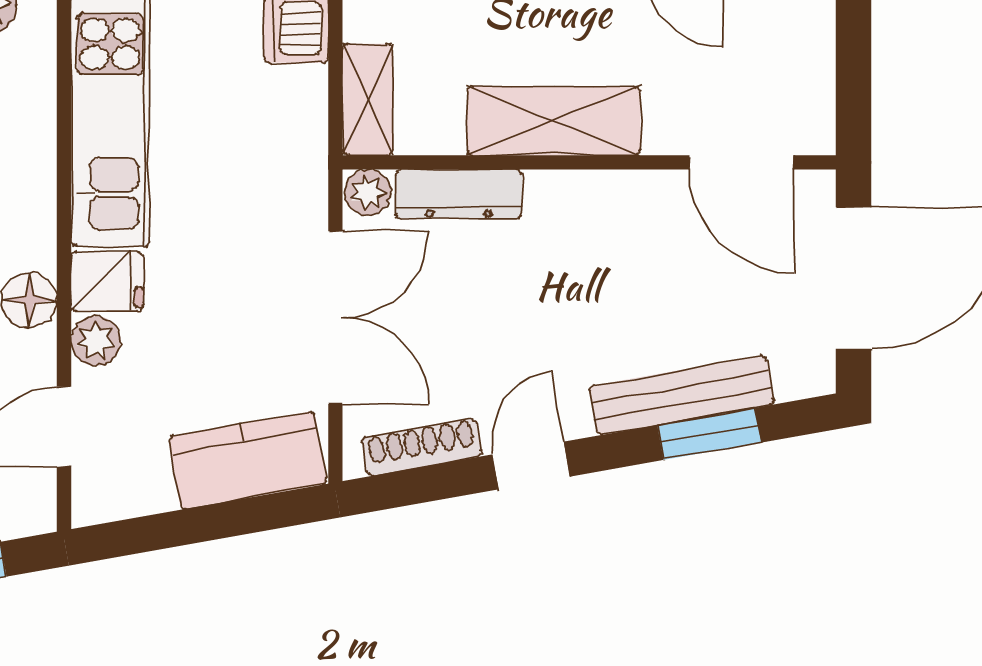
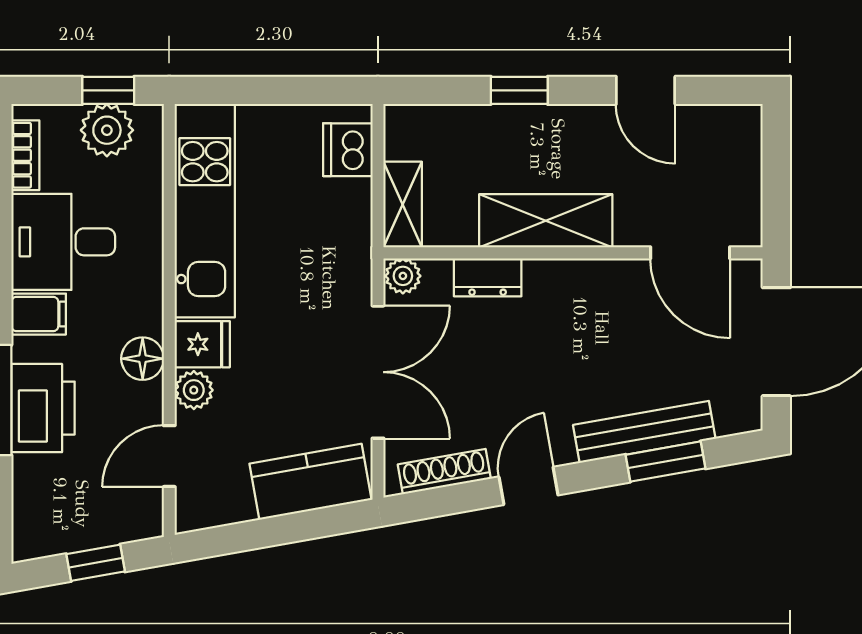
dresser: (459, 194) -> (488, 277), width x0.70

